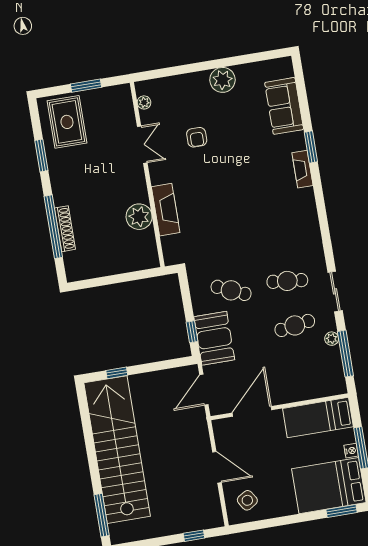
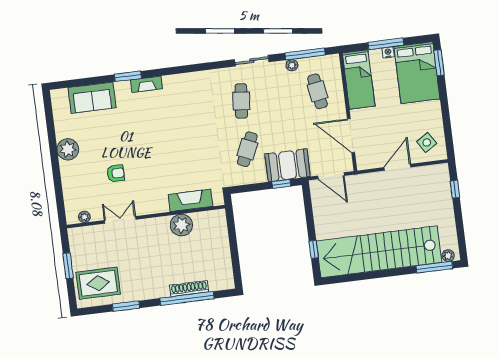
fireplace: (166, 210) -> (191, 200), moved
cafe table: (295, 325) -> (318, 91), moved
plant: (116, 531) -> (448, 256), added

